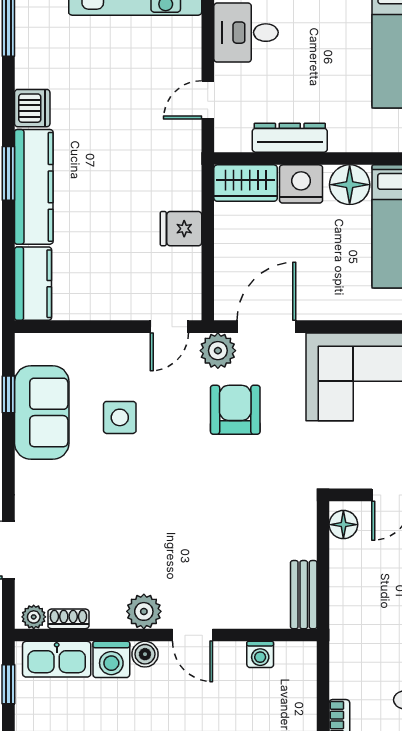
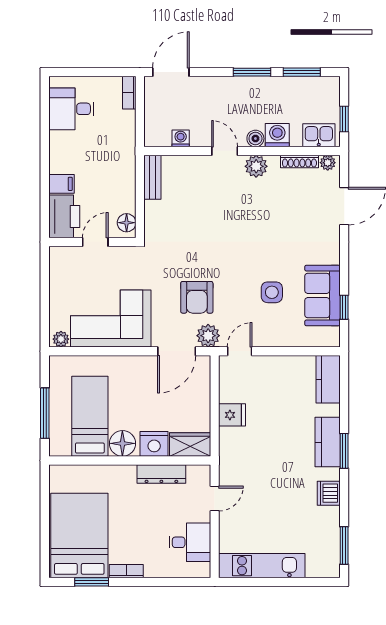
kitchen counter: (34, 187) -> (328, 442), width x0.67
shoe rack: (68, 619) -> (299, 161), width x1.43
kitchen sink: (57, 659) -> (319, 135), width x0.73

